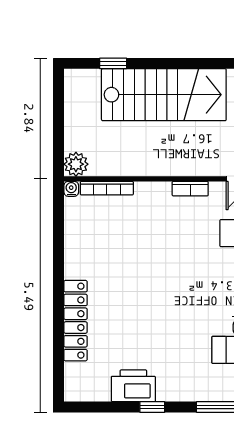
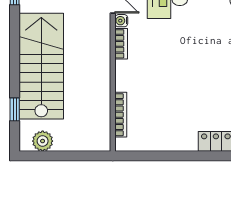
plant: (76, 164) -> (43, 141), moved
water cooler: (71, 189) -> (121, 21), moved

